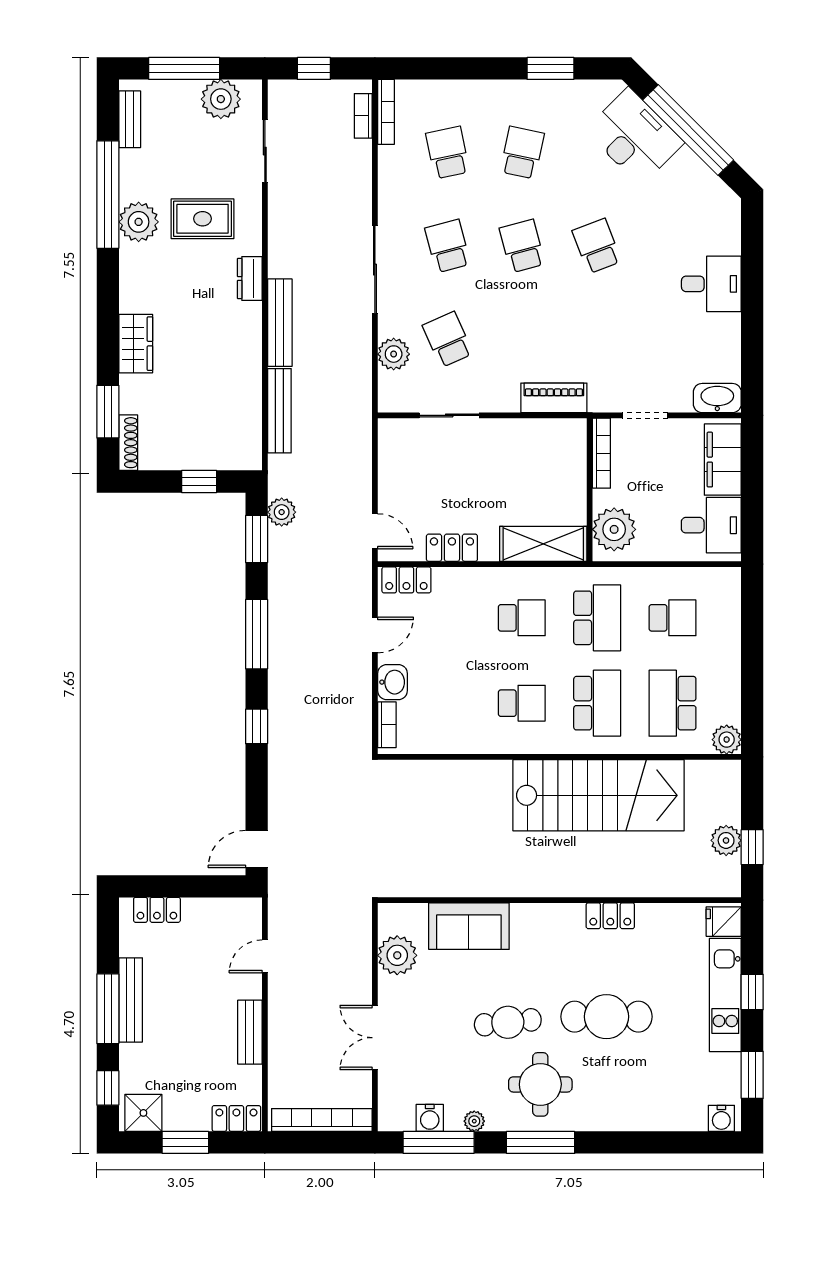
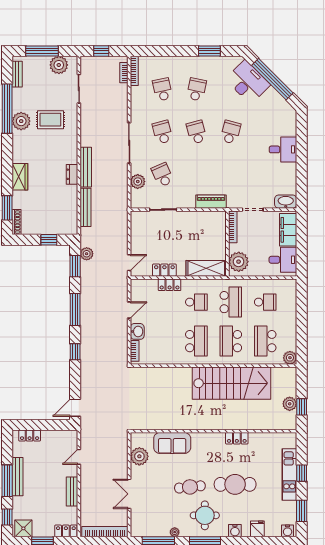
school desk: (597, 246) -> (231, 132), turned 36
dresser: (250, 278) -> (72, 174), moved
door: (375, 531) -> (129, 263), hinge flipped
locker: (406, 580) -> (170, 285), moved
school desk: (522, 703) -> (196, 341), width x1.85
school desk: (597, 703) -> (231, 341), turned 180
fridge: (724, 922) -> (257, 529), moved, turned 90
water cooler: (430, 1118) -> (235, 531), moved

